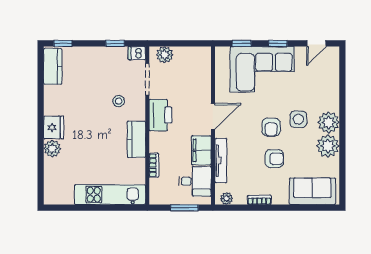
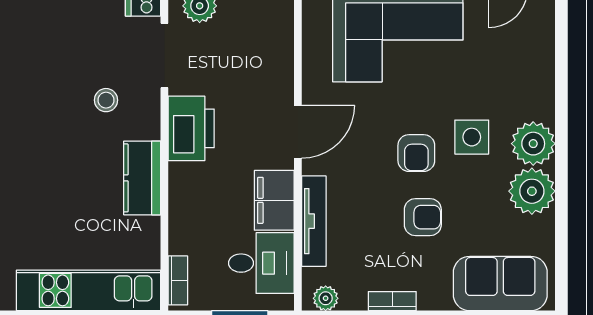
bookcase: (154, 165) -> (178, 280), moved

